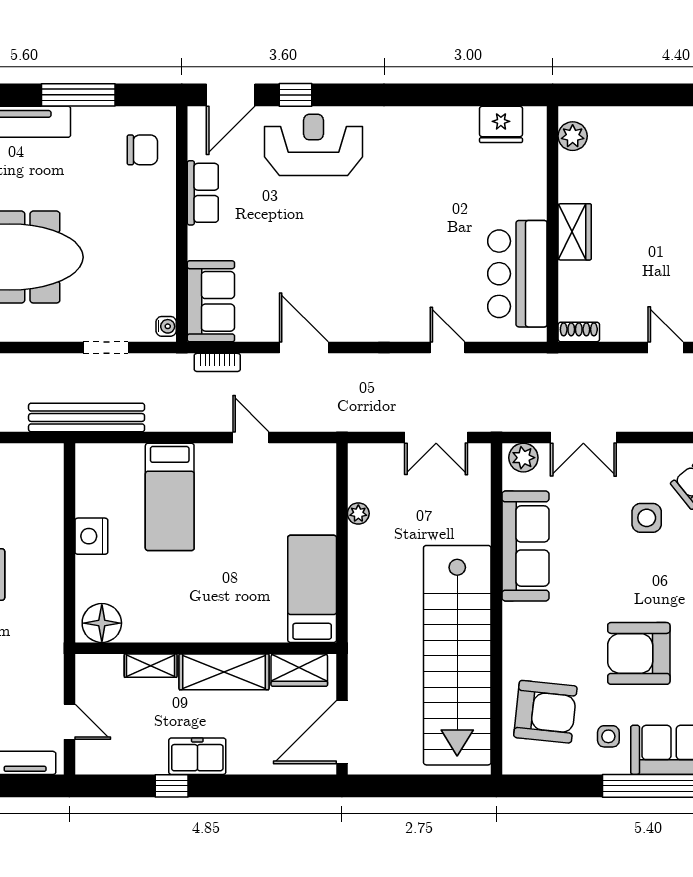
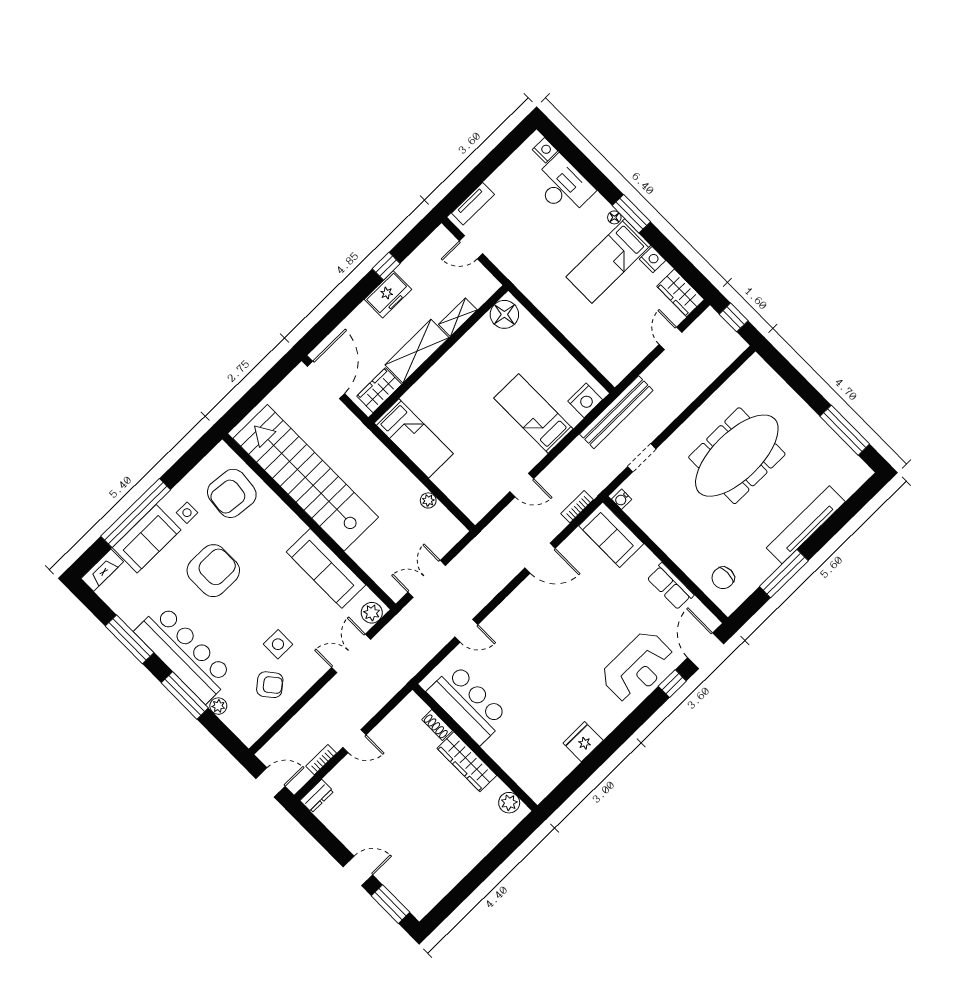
fridge: (501, 124) -> (583, 742), moved
wardrobe: (575, 232) -> (467, 762), width x1.50
shoe rack: (579, 332) -> (437, 725), moved, turned 90
nightstand: (91, 536) -> (585, 400), moved, turned 90

